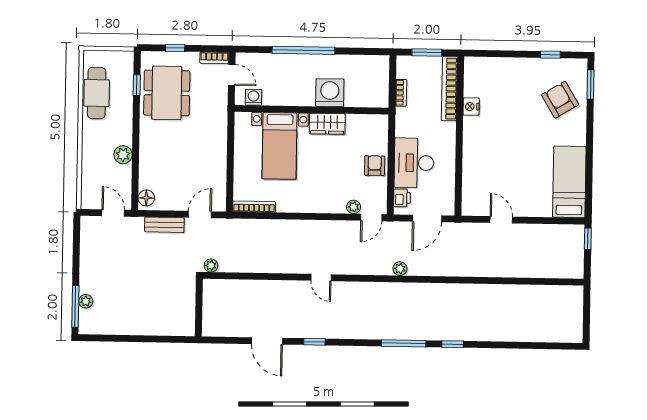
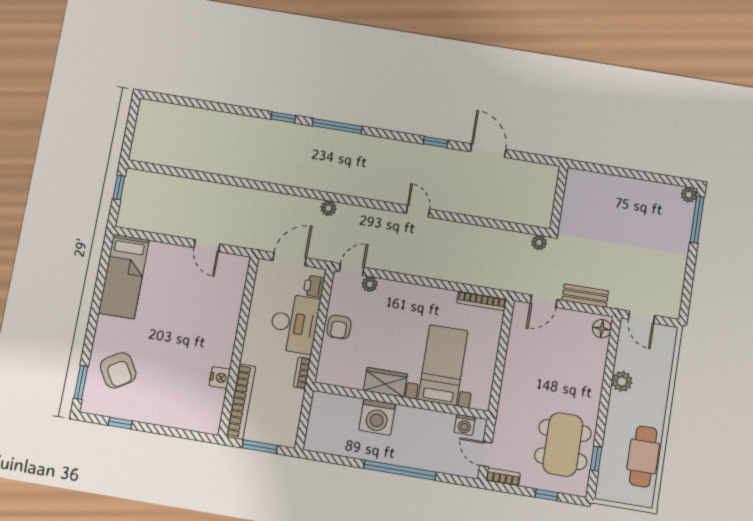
bookcase: (401, 93) -> (302, 373), moved
window: (588, 239) -> (119, 187), moved
plant: (86, 301) -> (689, 195), moved

